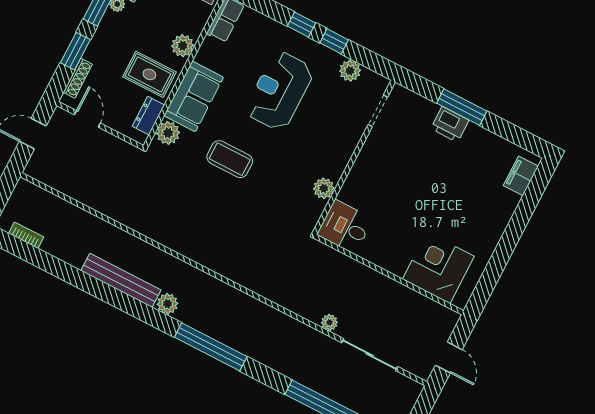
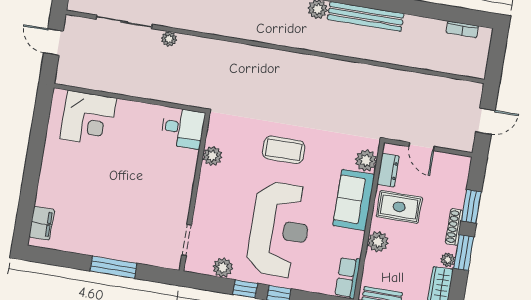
shoe rack: (78, 78) -> (454, 227), moved
reception desk: (279, 91) -> (279, 230), width x1.36, depth x1.30
door: (87, 119) -> (422, 147), moved
printer: (450, 124) -> (119, 249), removed
coffee table: (230, 159) -> (284, 150), moved

